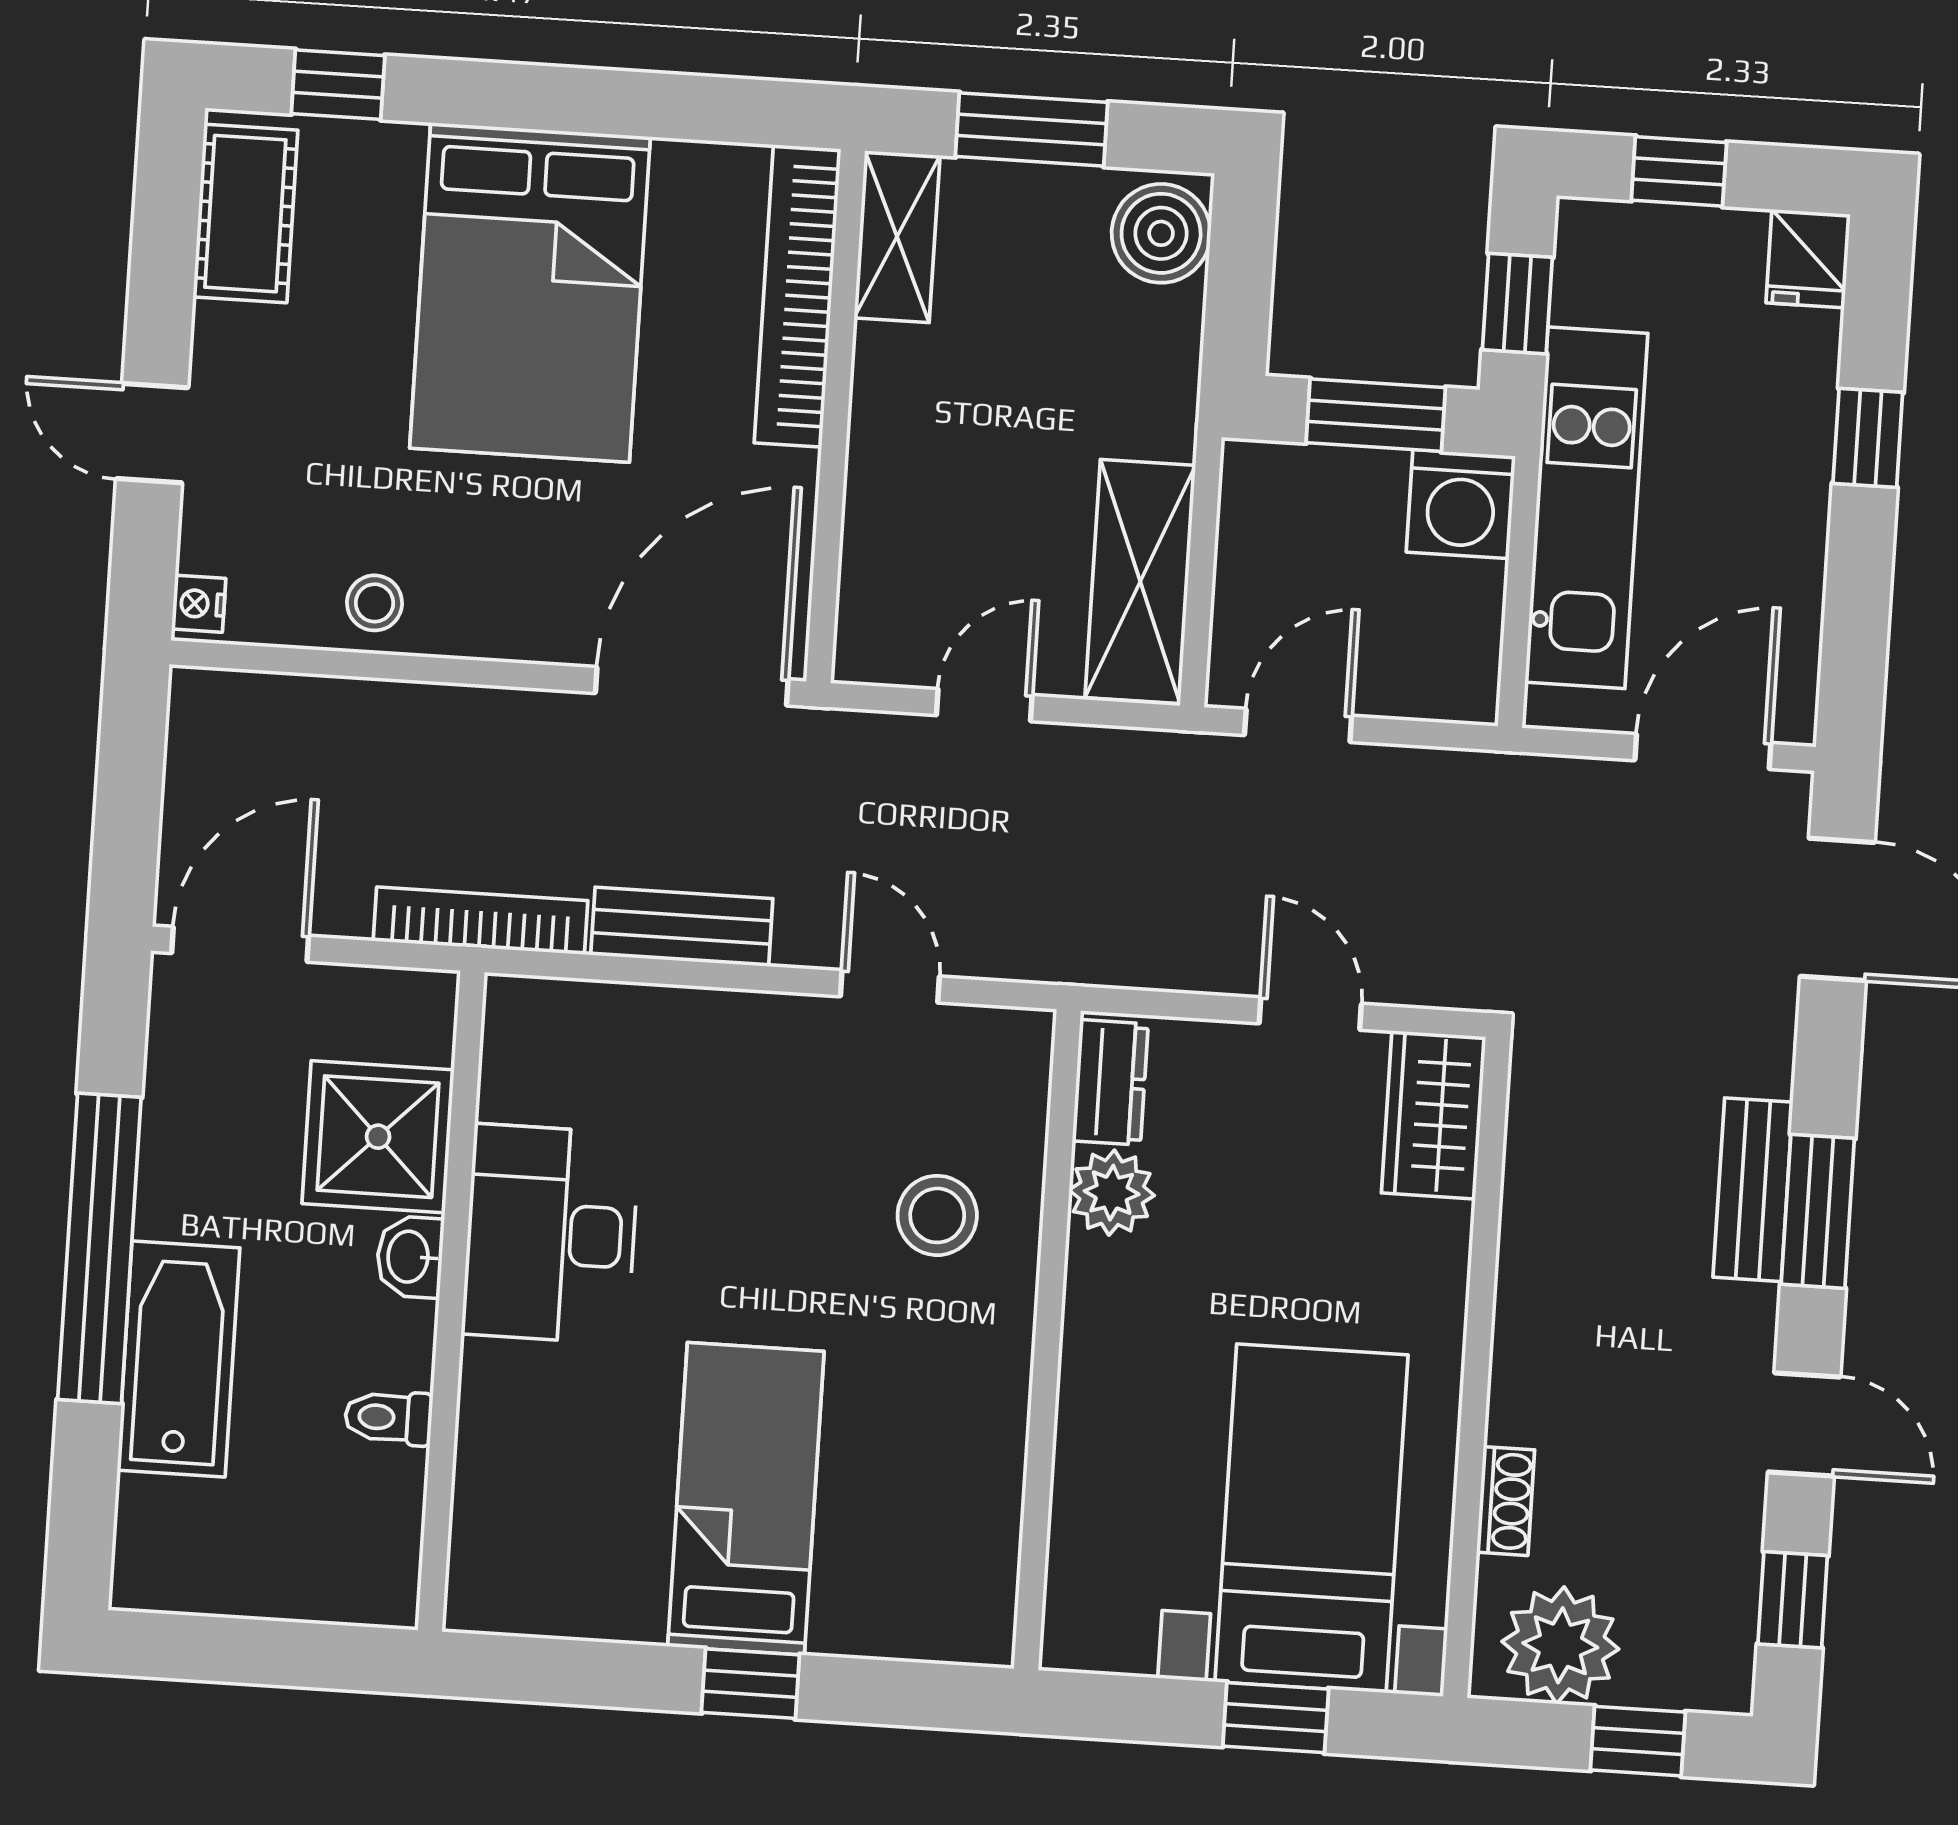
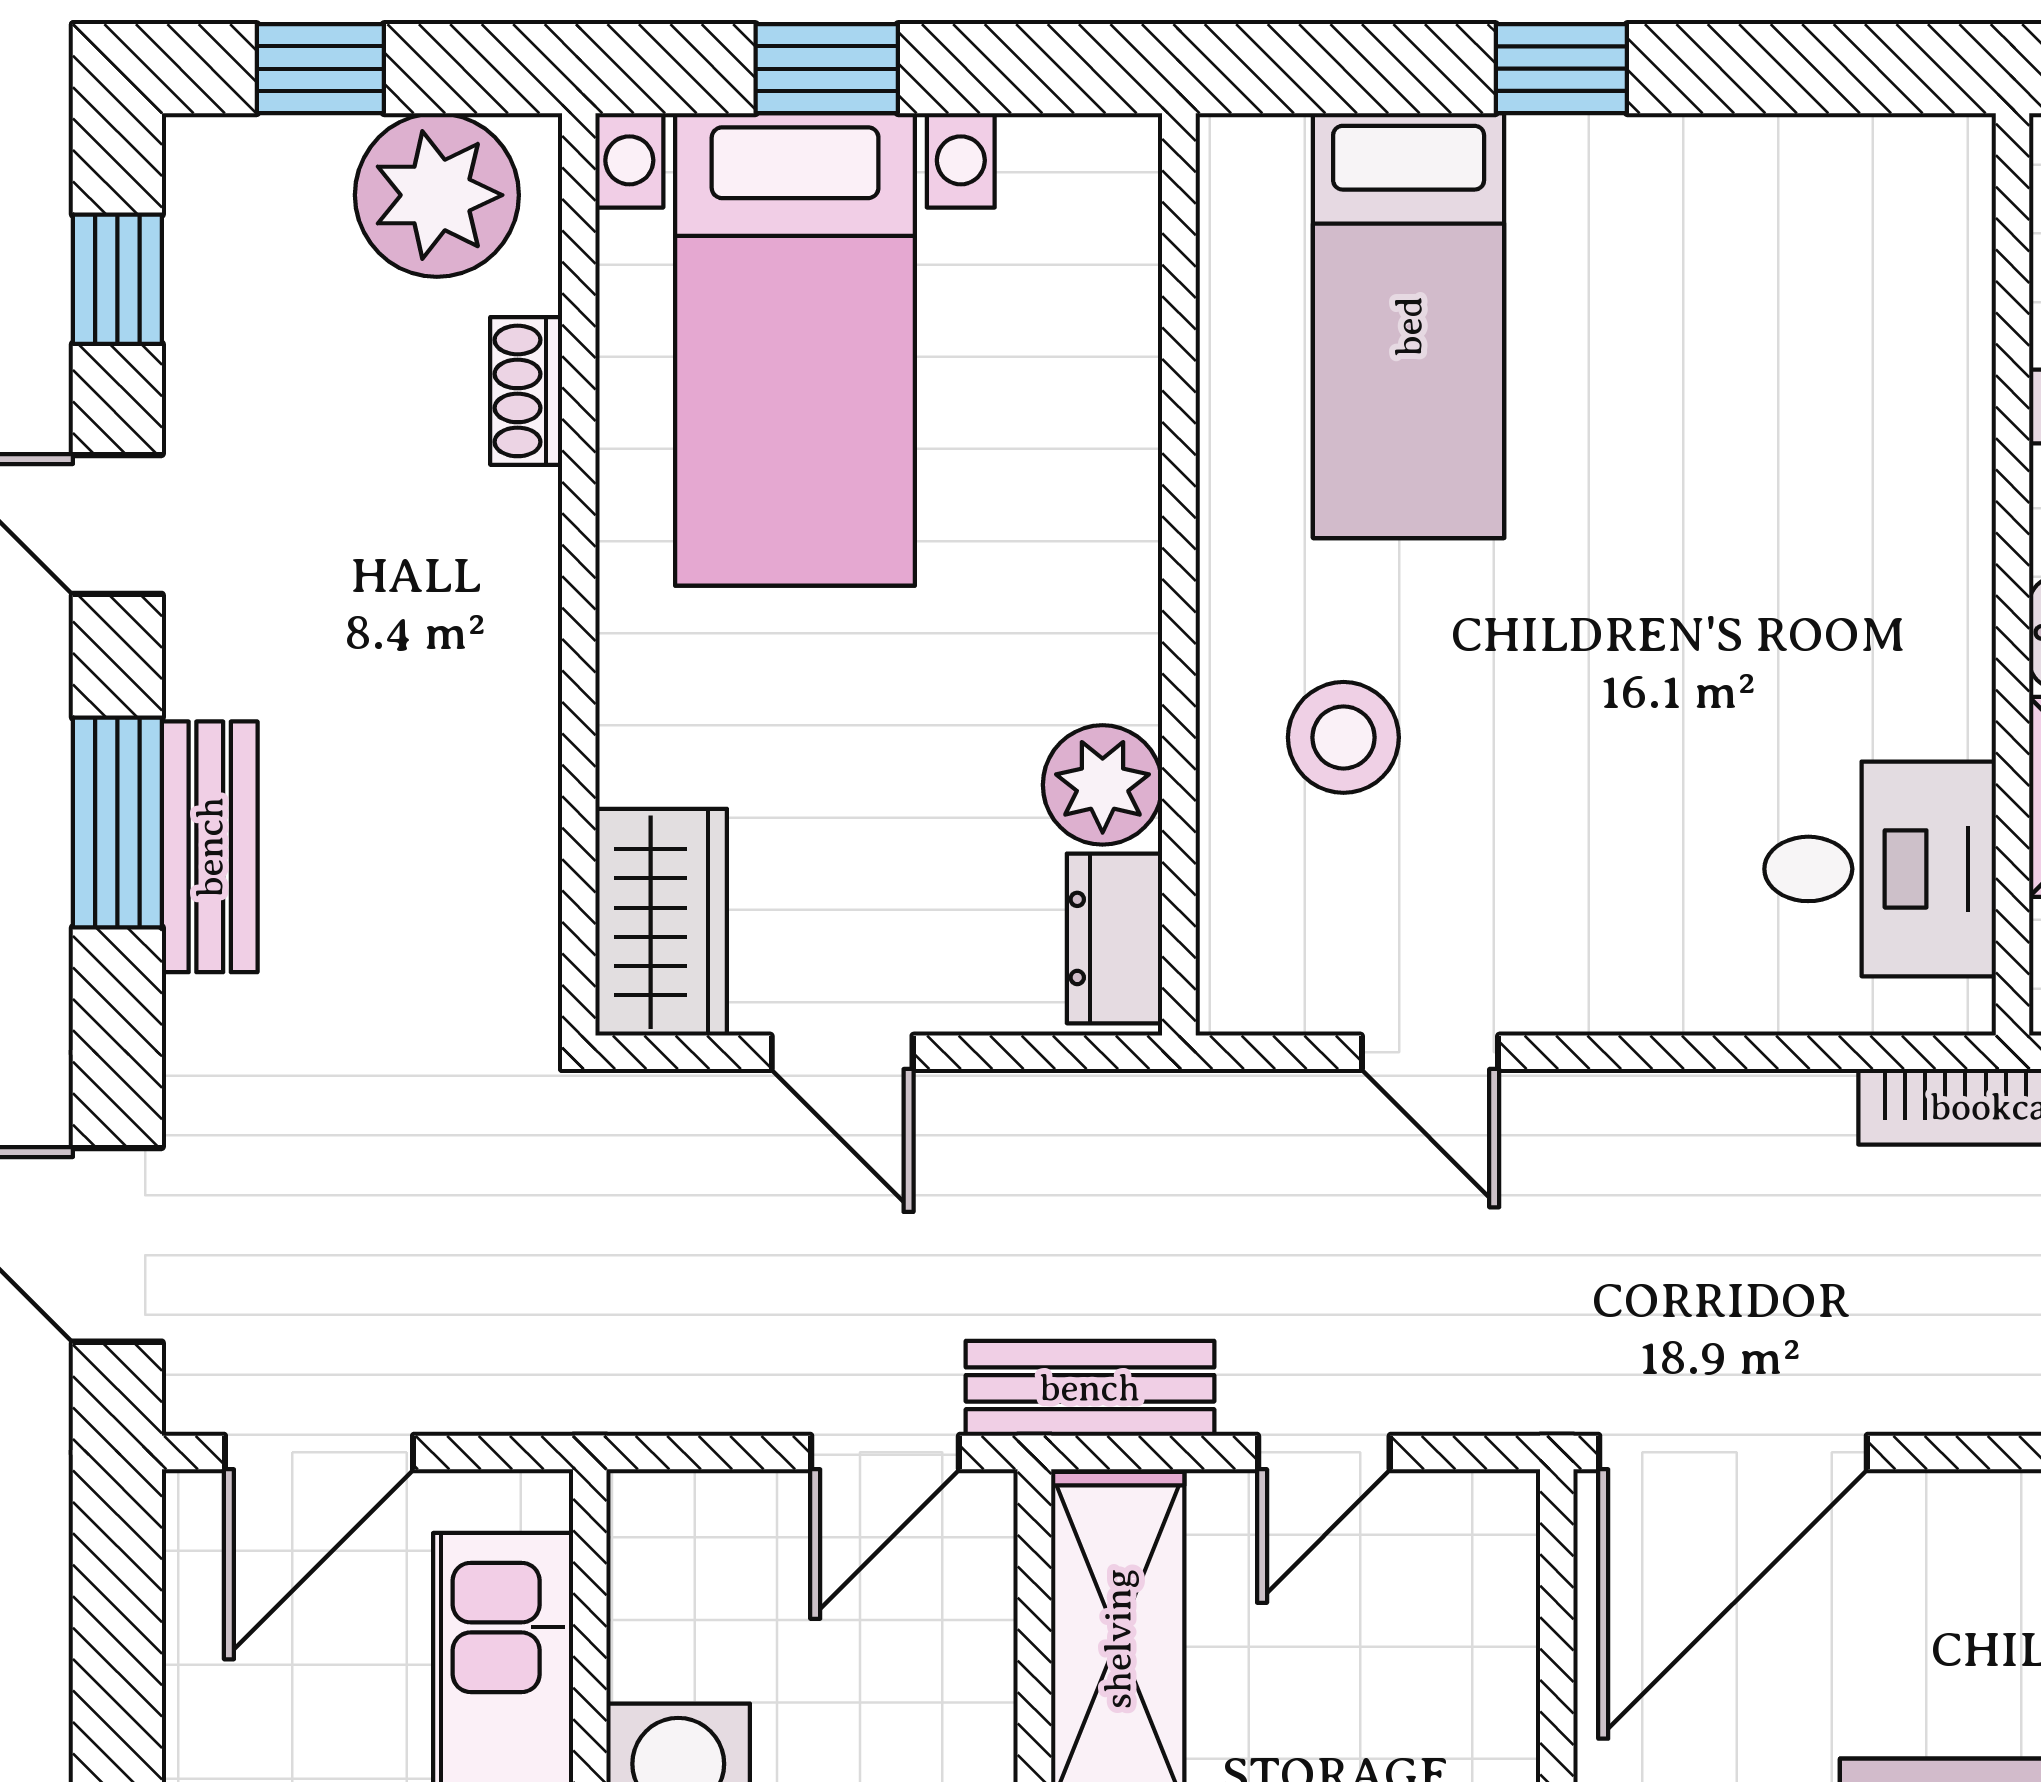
bench: (682, 927) -> (1090, 1388), moved
desk: (551, 1234) -> (1880, 869), moved, width x0.73
bed: (746, 1499) -> (1409, 326), moved

